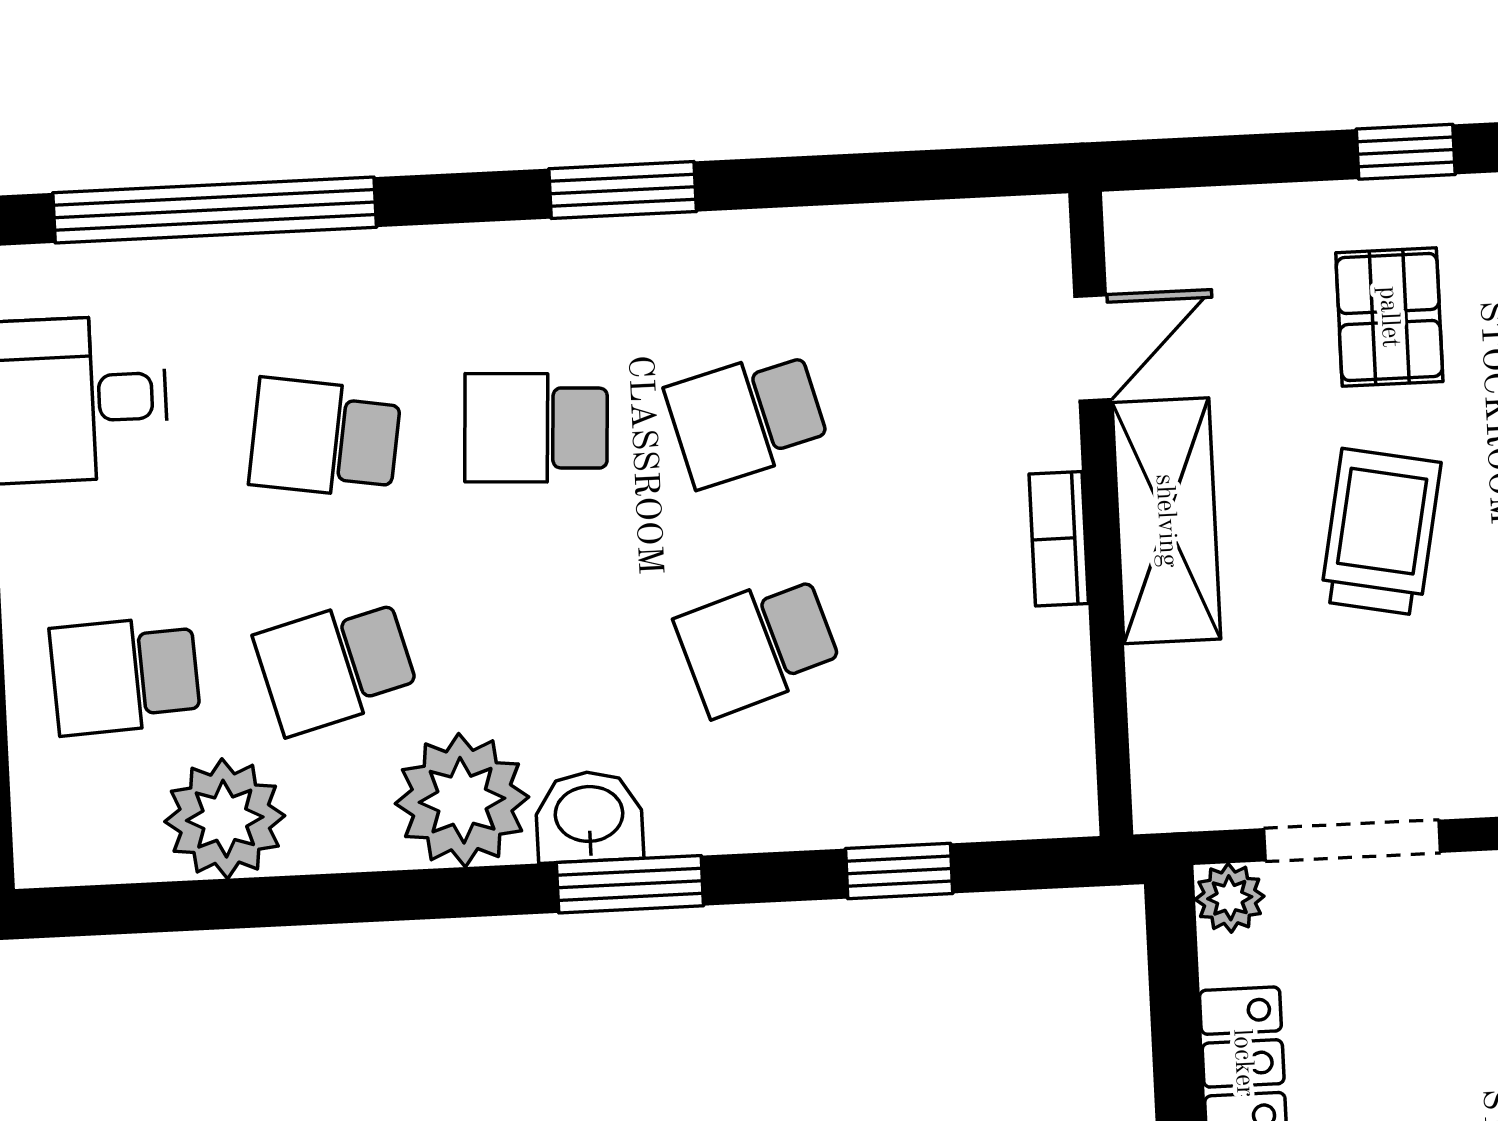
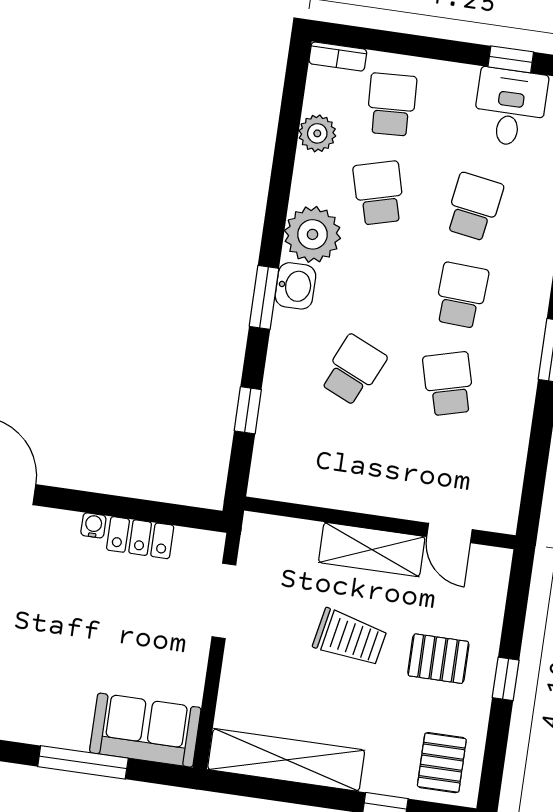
bookcase: (1059, 539) -> (338, 56), moved, turned 180
school desk: (758, 644) -> (353, 370), turned 42
plant: (225, 819) -> (317, 133), width x0.73, depth x0.73
plant: (1230, 898) -> (210, 545), removed

